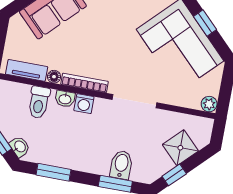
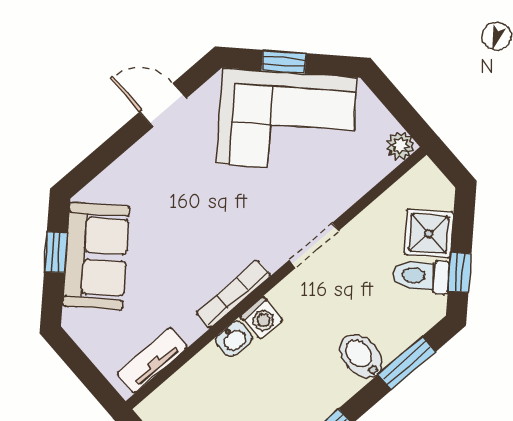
floor lamp: (54, 77) -> (191, 329), removed
doorway: (134, 101) -> (314, 246), width x0.73
toilet: (39, 102) -> (421, 276), moved, turned 135
bidet: (121, 165) -> (361, 356), moved

